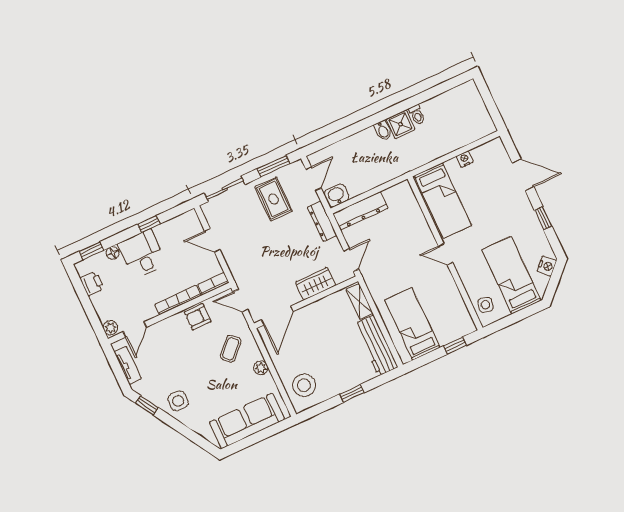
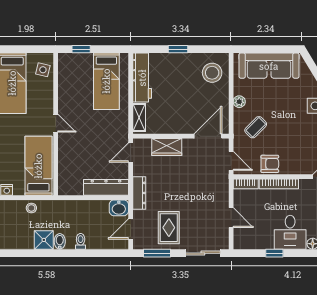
toilet: (417, 115) -> (81, 241), moved
stool: (429, 152) -> (31, 208), added

